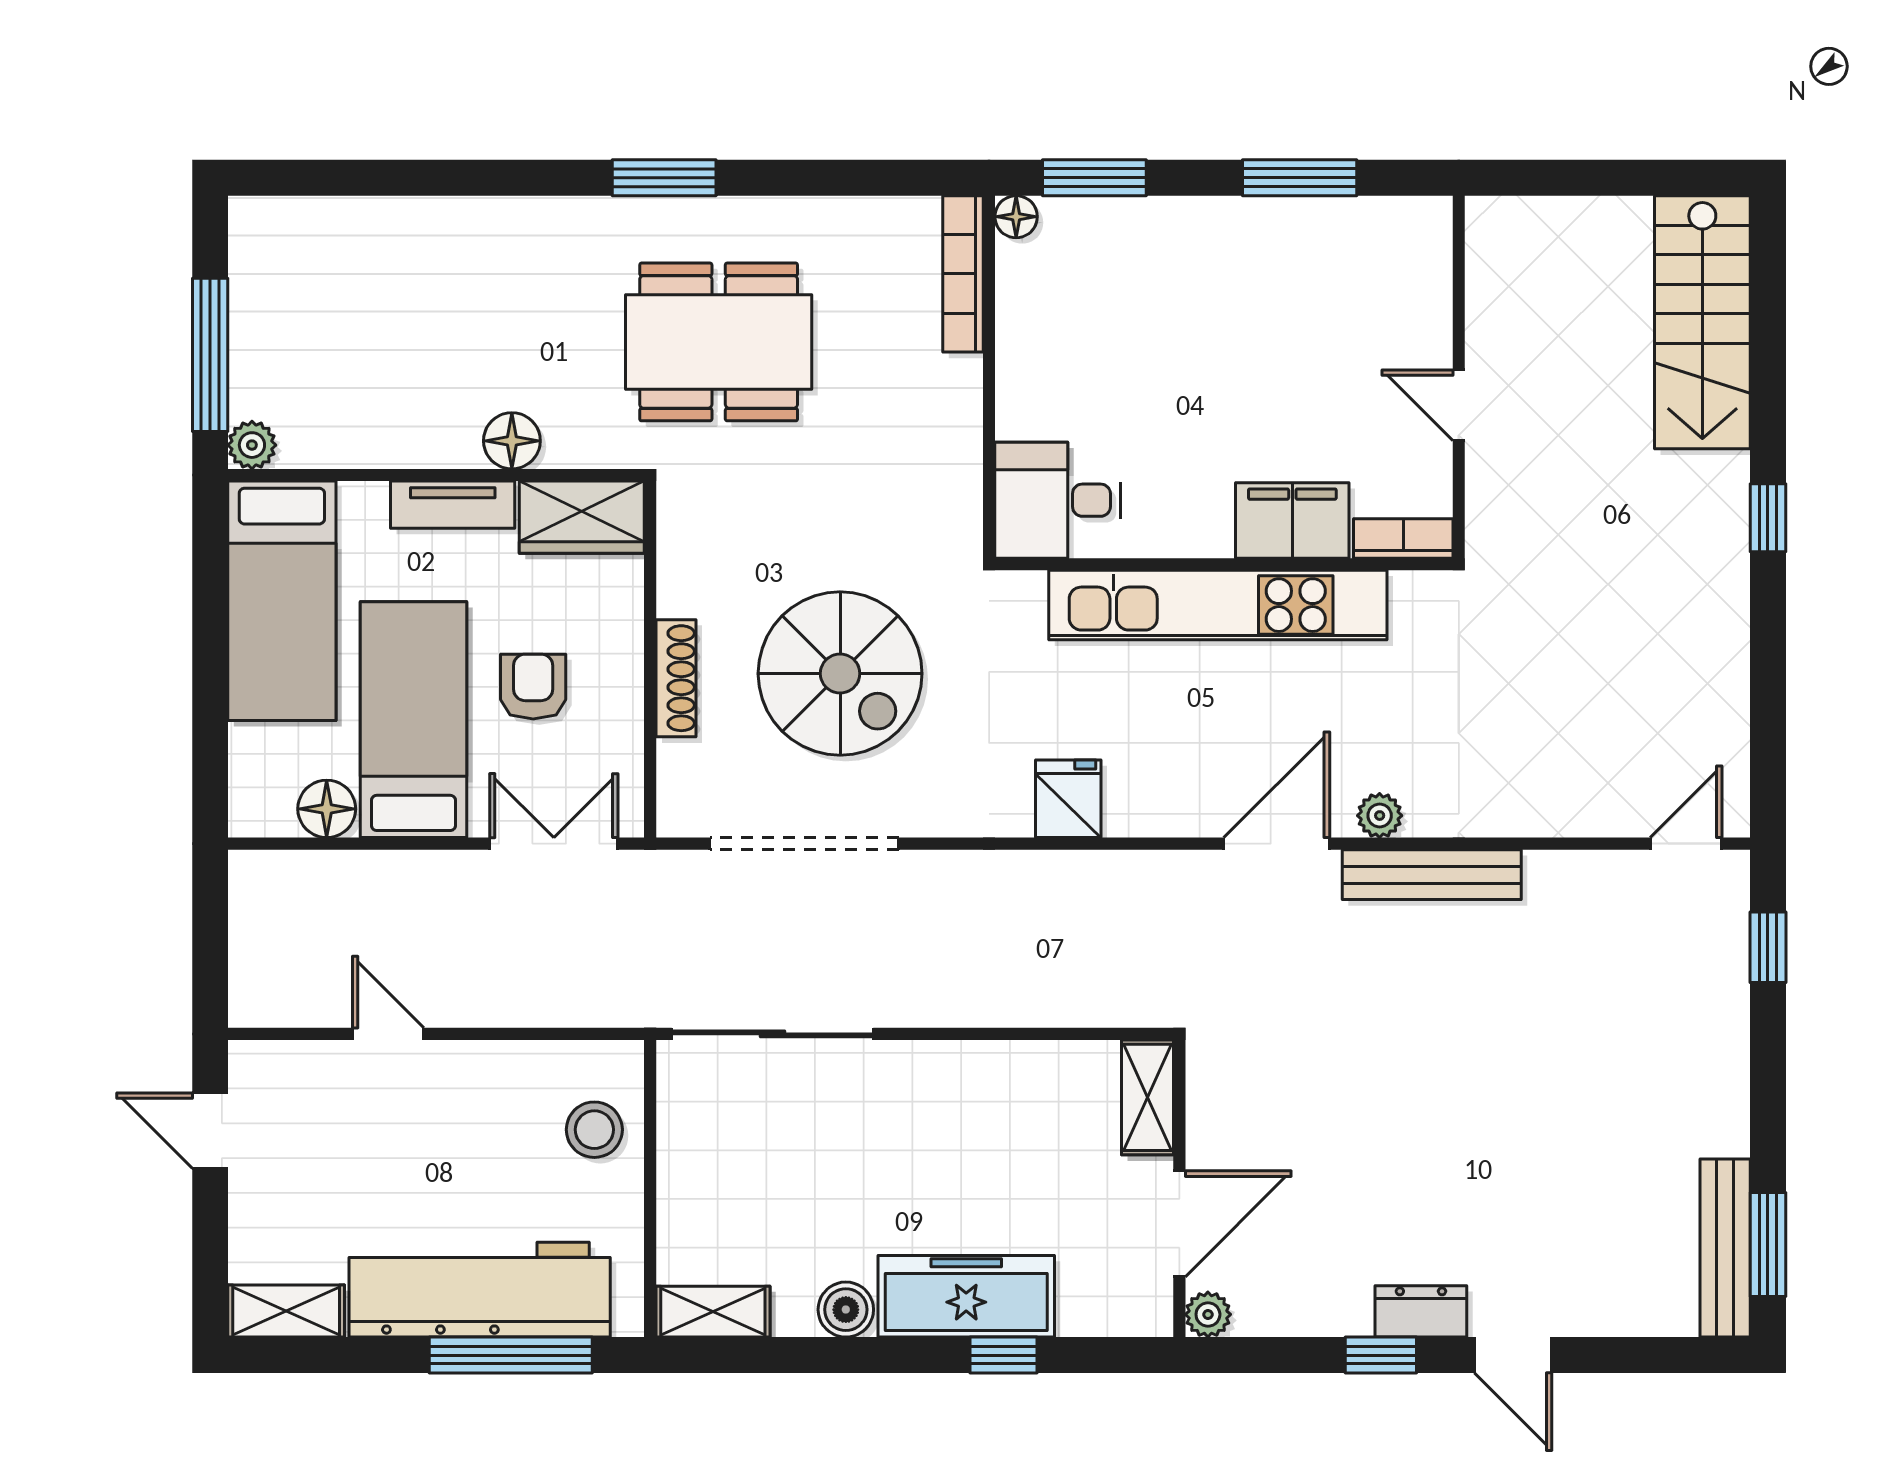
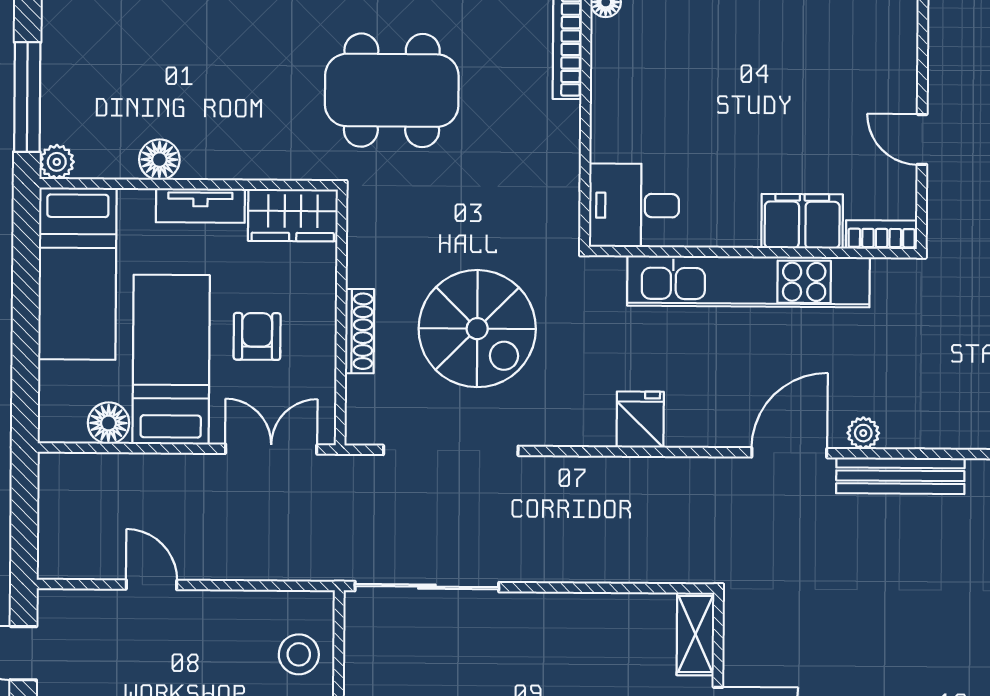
floor lamp: (512, 441) -> (159, 160), moved

